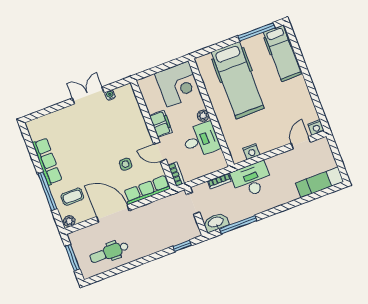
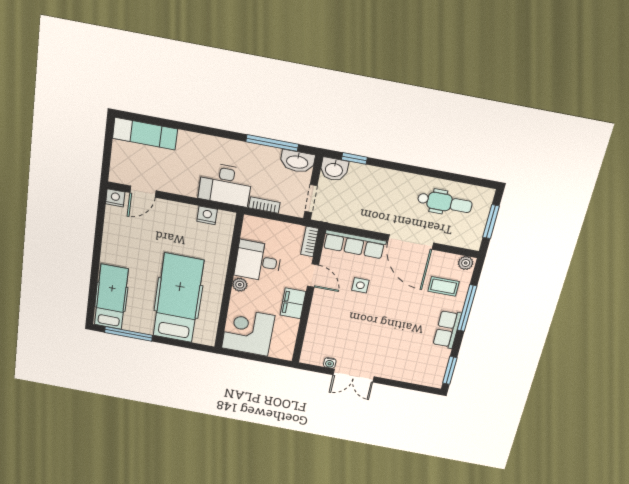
window: (28, 140) -> (450, 370), added
row of seats: (47, 161) -> (447, 329), width x0.68
washbasin: (190, 231) -> (334, 169), added

